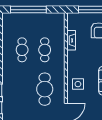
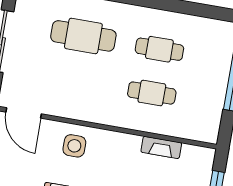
cafe table: (45, 89) -> (83, 36), moved

